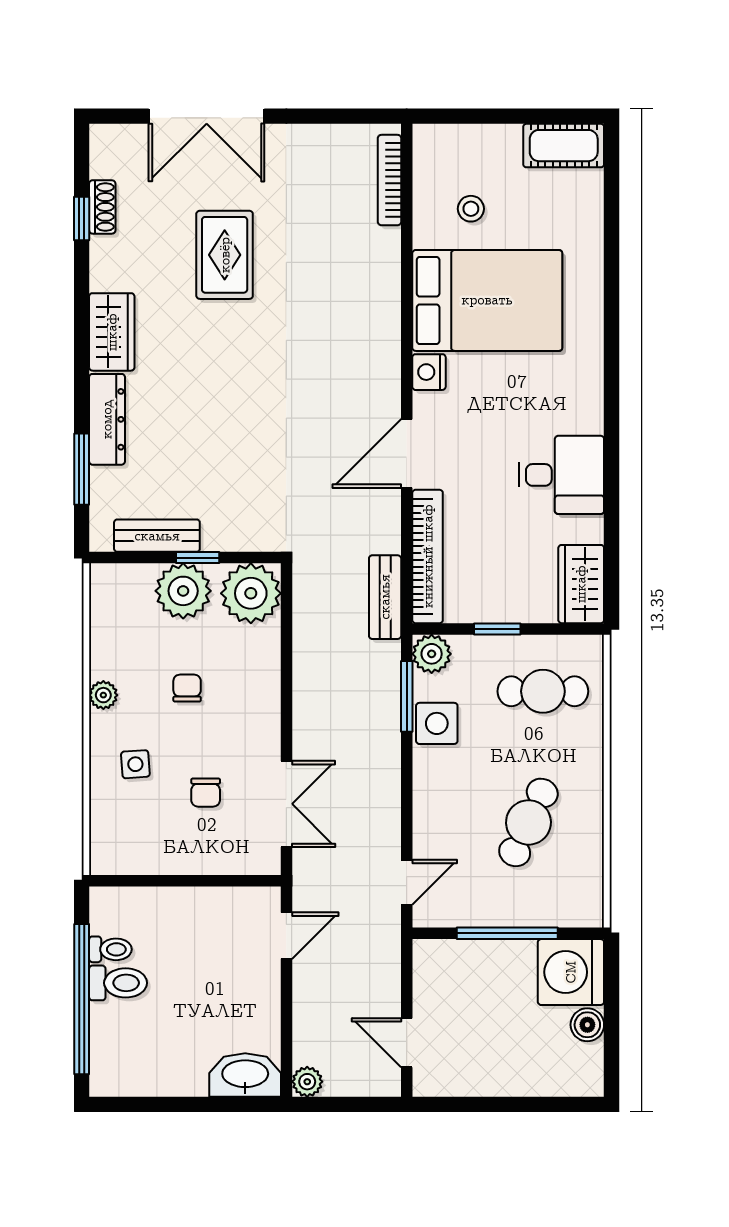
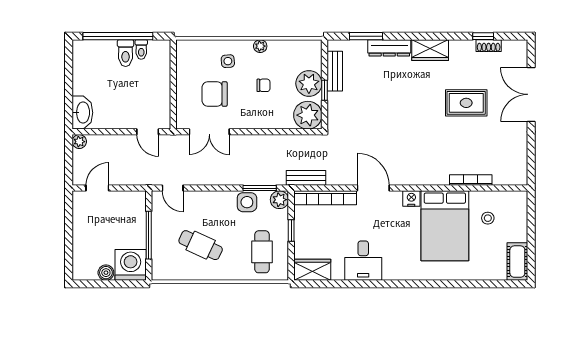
bookcase: (389, 180) -> (471, 180), moved
chair: (206, 793) -> (215, 94), width x1.87, depth x1.87

